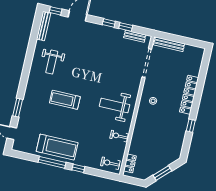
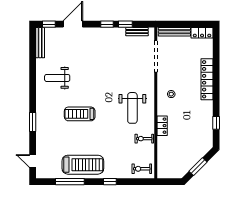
locker: (194, 51) -> (202, 33), added
weight bench: (52, 62) -> (57, 78), turned 90
weight bench: (115, 105) -> (132, 108), turned -90
window: (18, 108) -> (33, 122), moved
window: (191, 126) -> (216, 123), moved
window: (52, 162) -> (70, 182), moved
locker: (130, 163) -> (162, 126), moved

